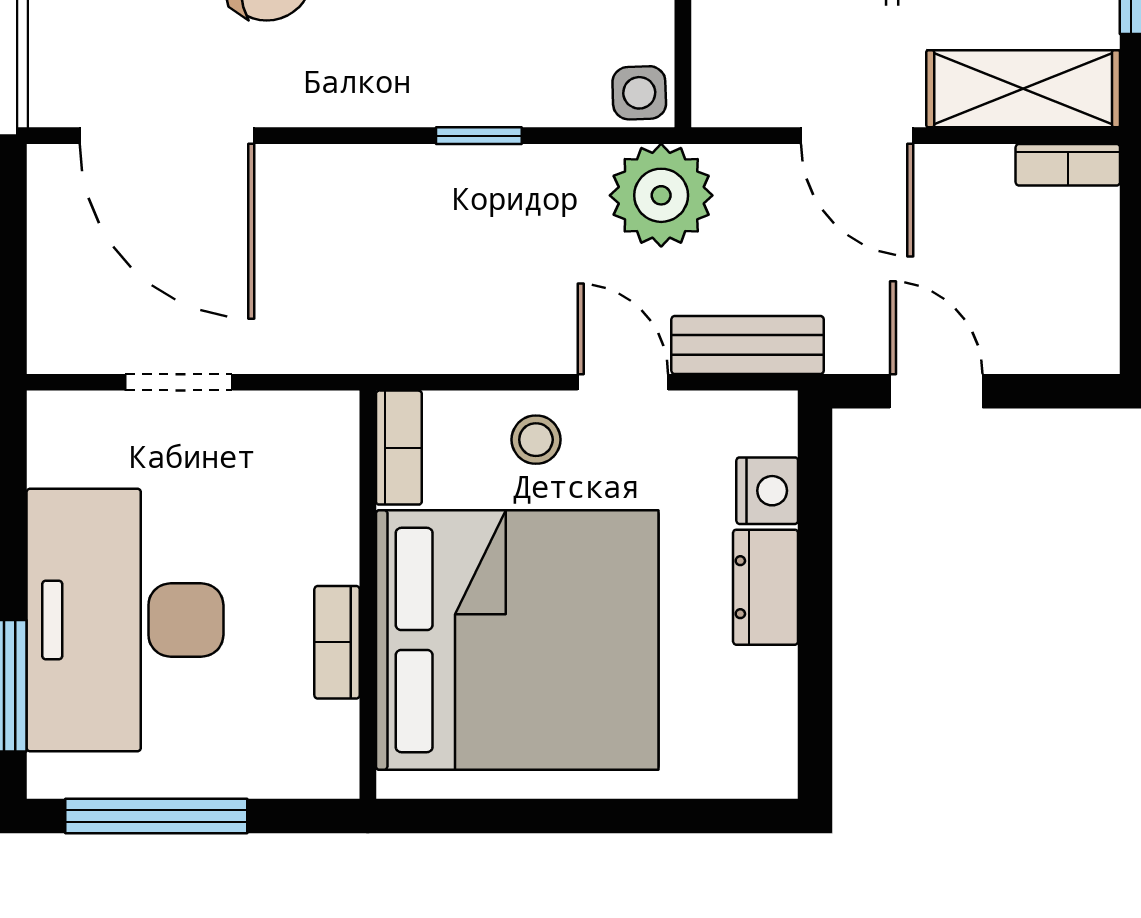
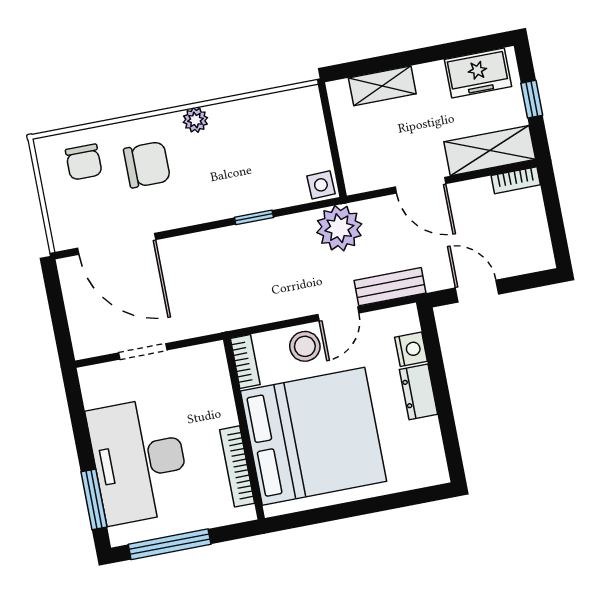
door: (623, 382) -> (338, 314), swing flipped
stool: (536, 440) -> (305, 346), width x1.37, depth x1.37
bookcase: (337, 642) -> (237, 466), width x1.56

